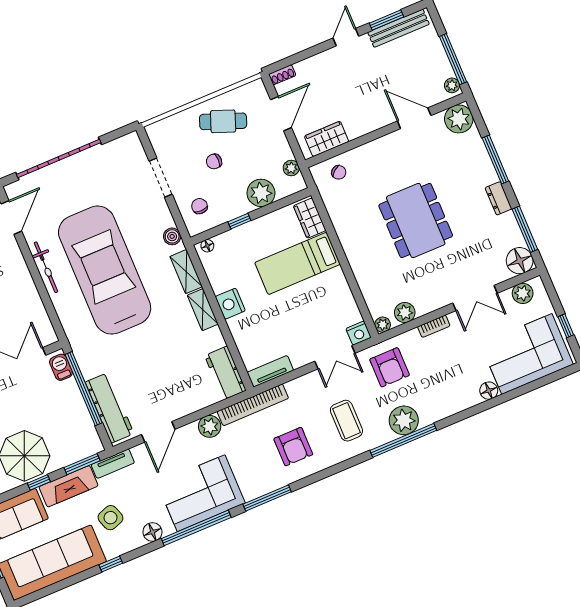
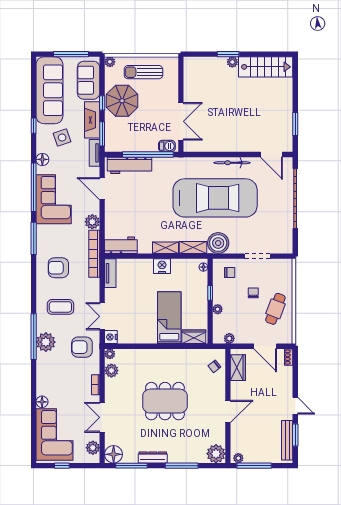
door: (414, 118) -> (228, 411), moved
plant: (261, 193) -> (218, 309), width x0.53, depth x0.53
dresser: (499, 198) -> (153, 457), width x1.44
boiler: (172, 236) -> (218, 243), width x1.86, depth x1.86

